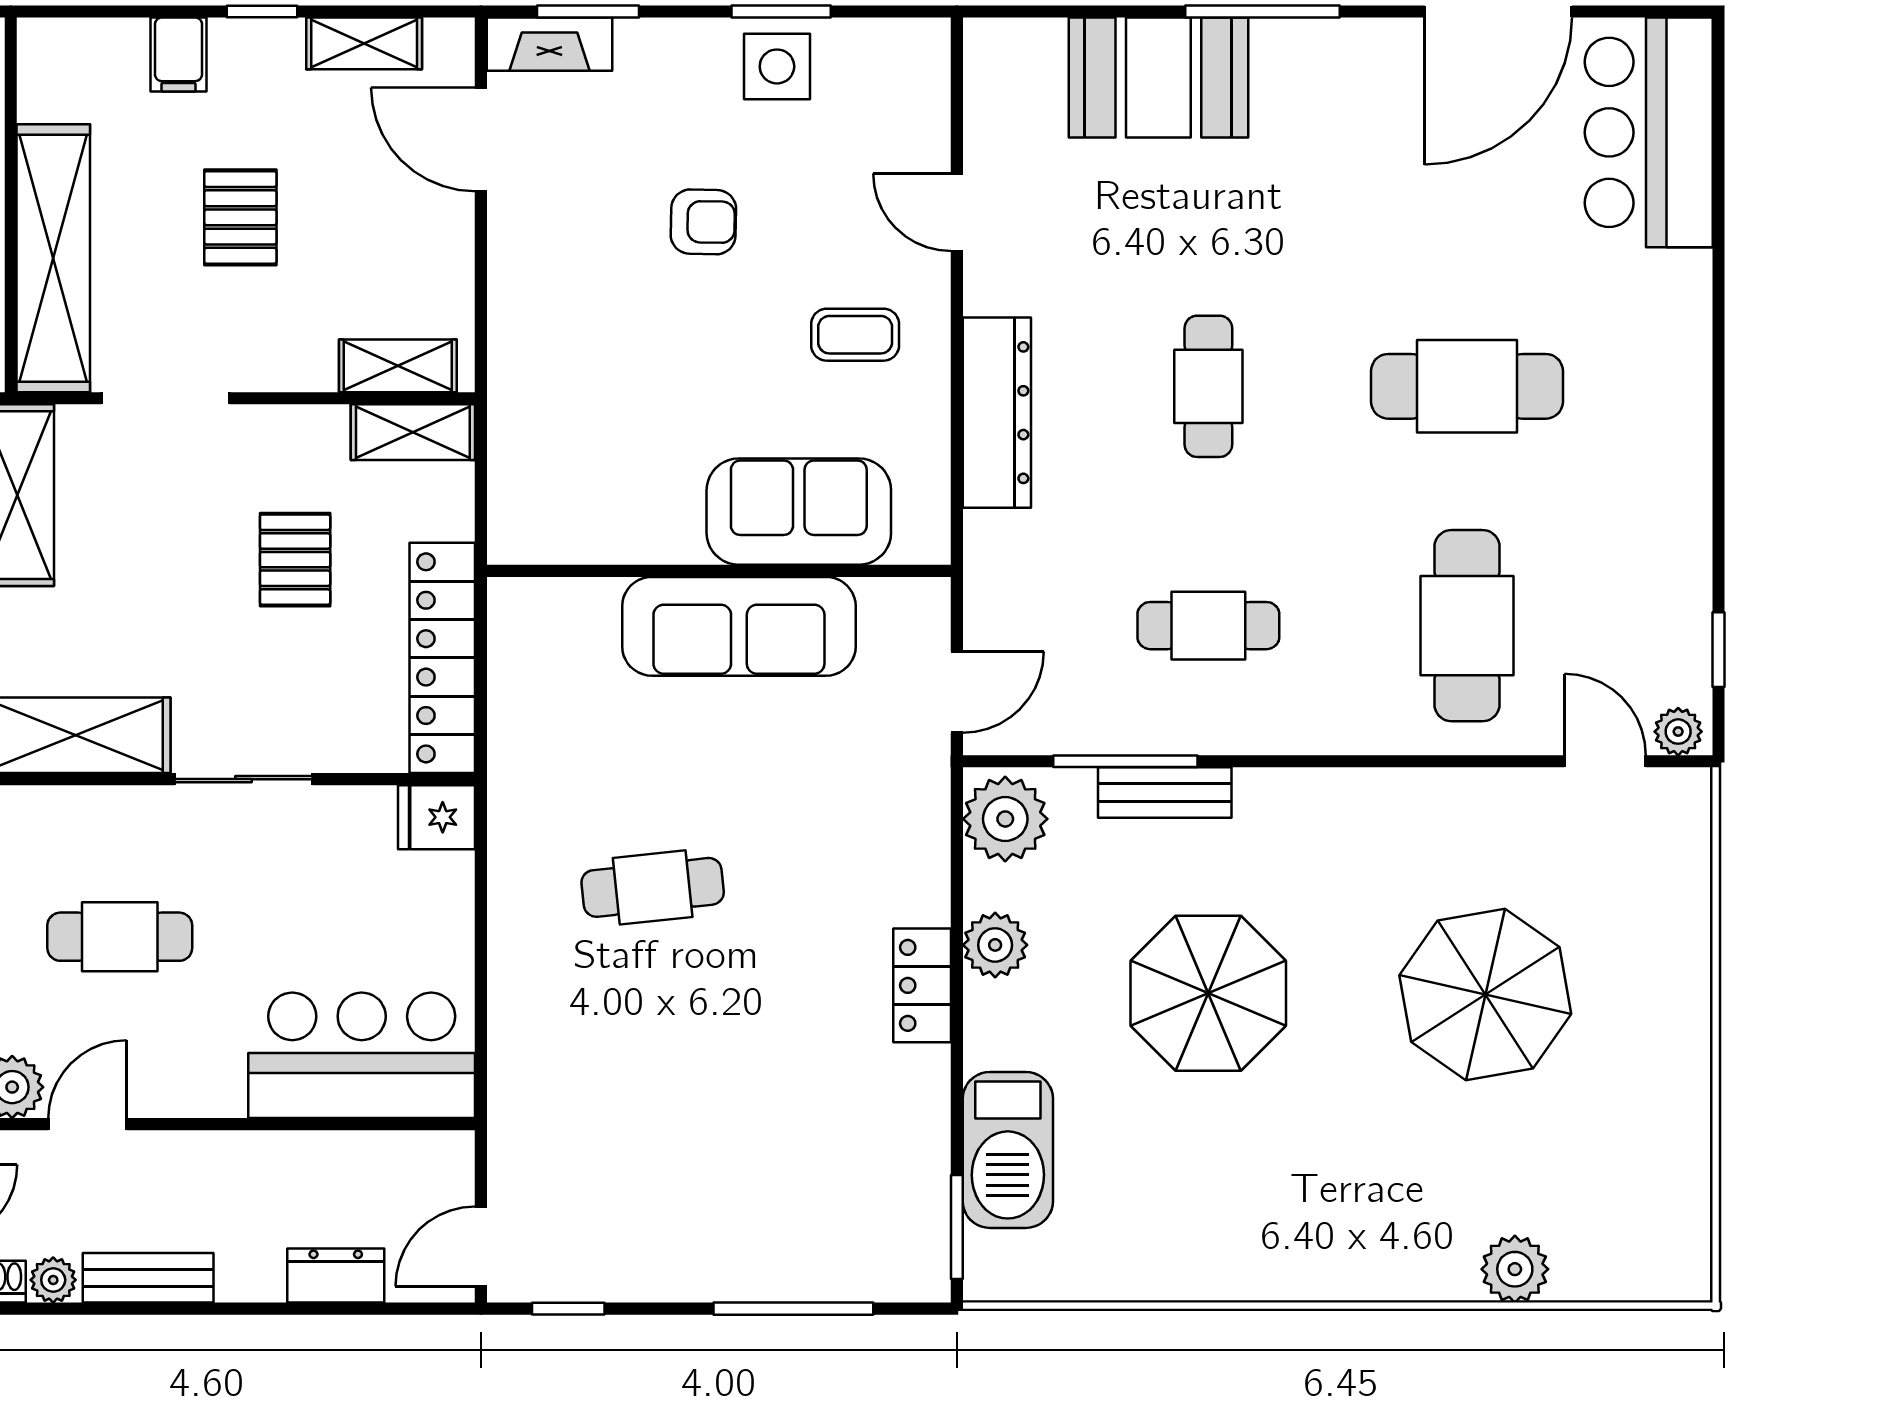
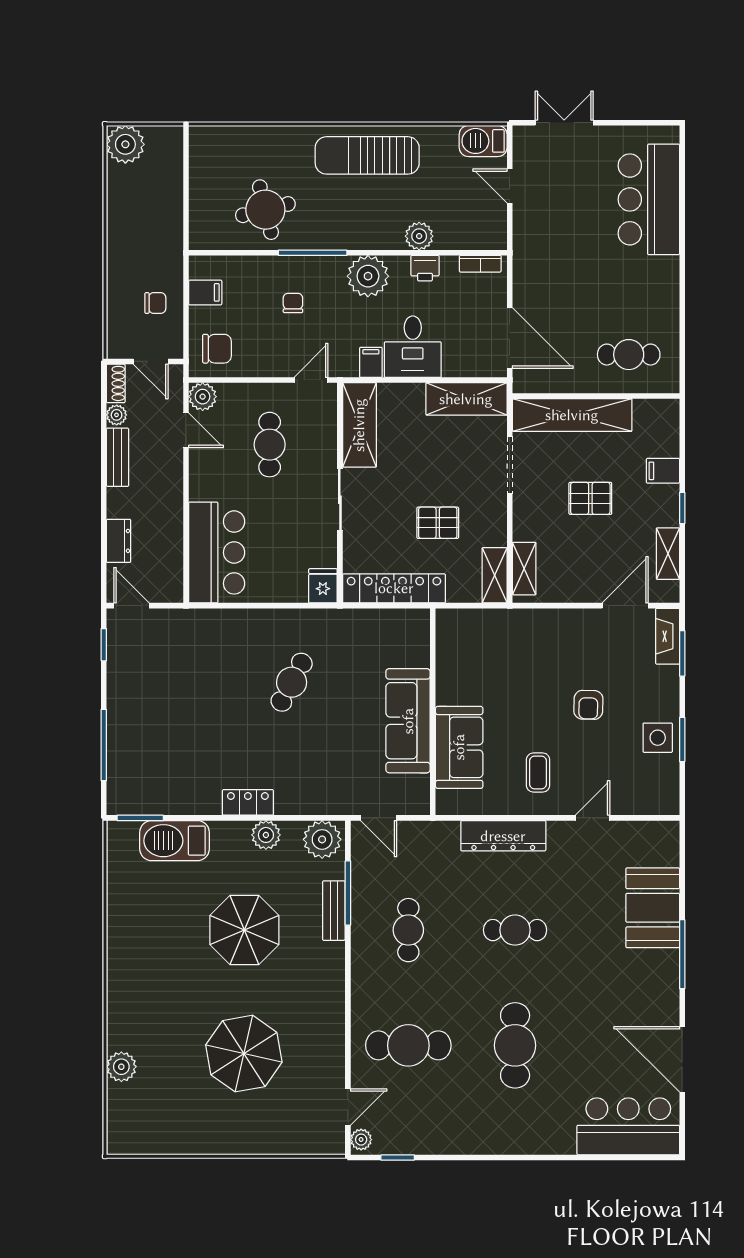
cafe table: (653, 887) -> (292, 682), turned 34

